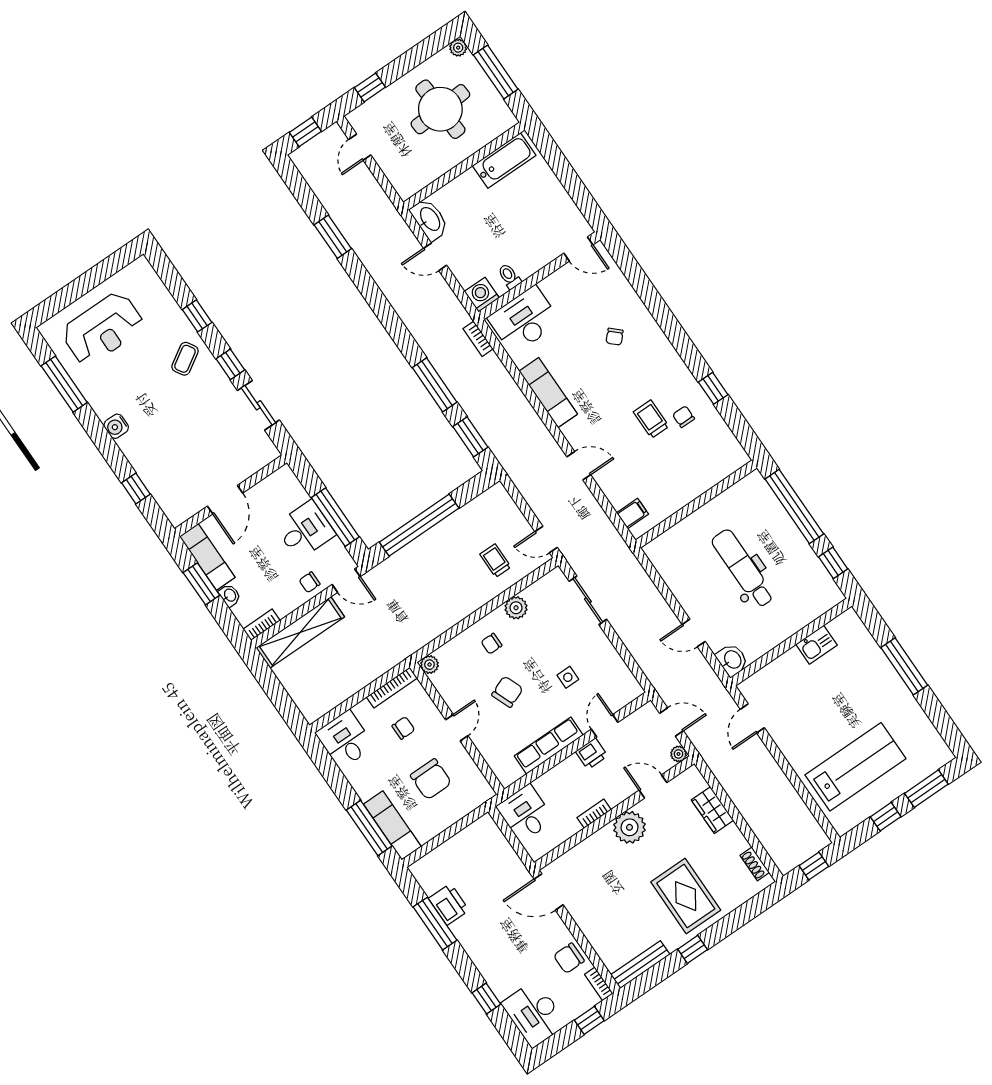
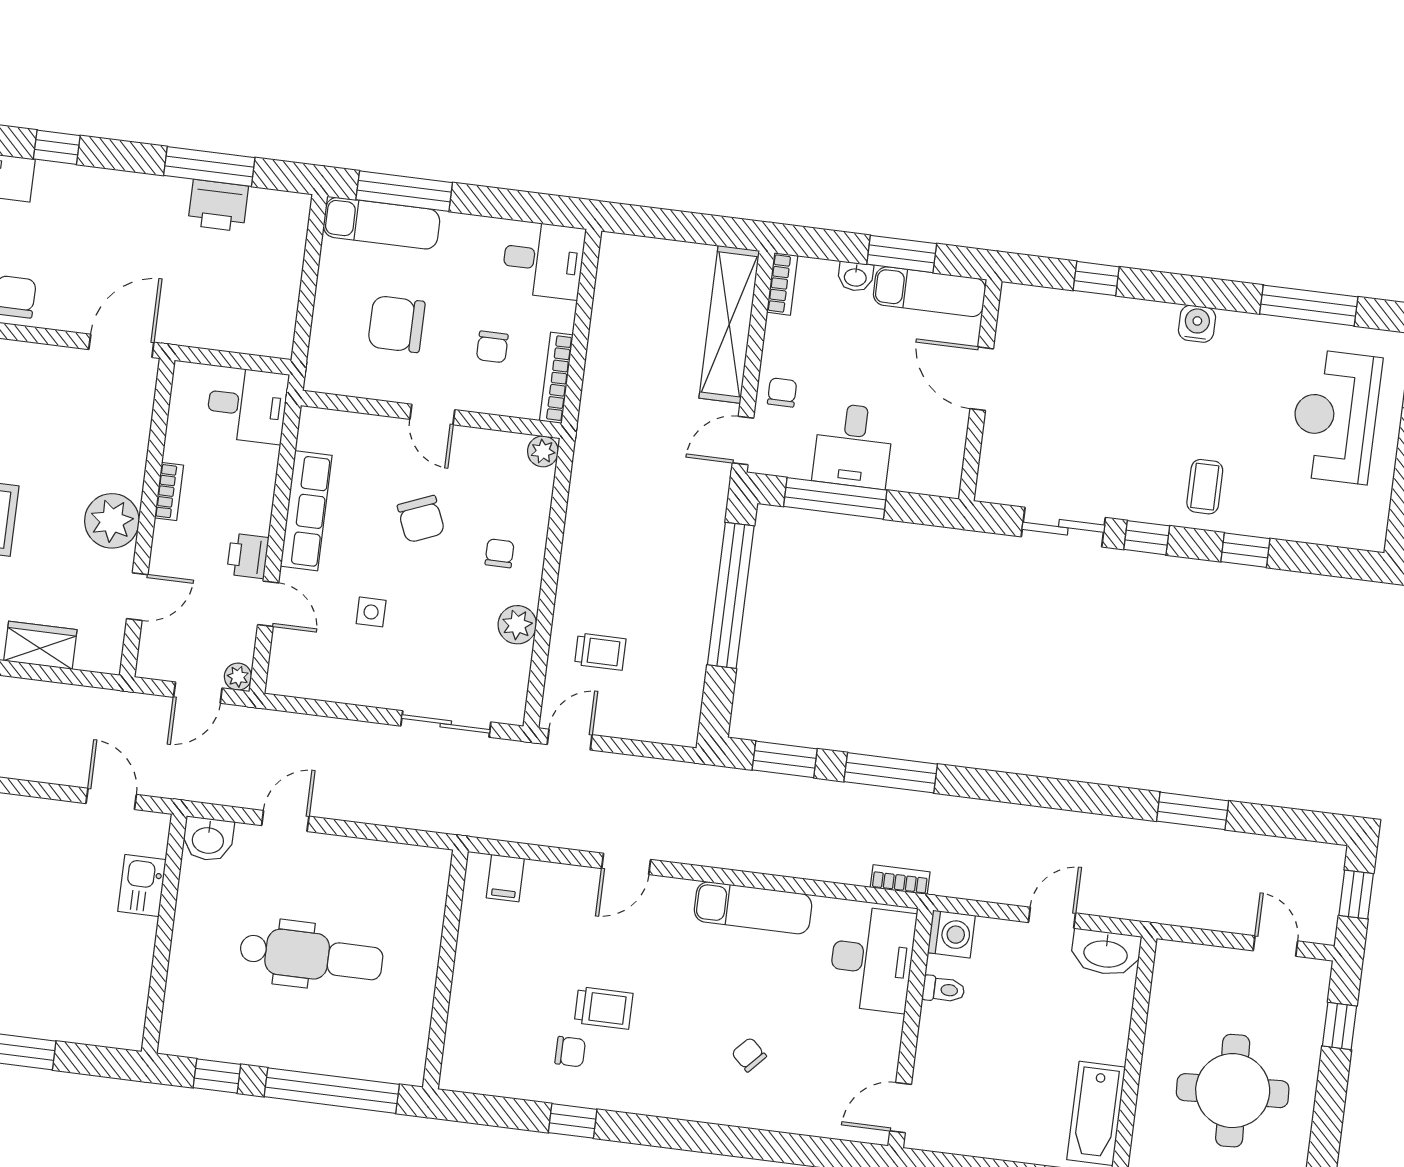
coffee table: (185, 359) -> (1205, 487), turned 32
kitchen sink: (816, 645) -> (142, 886), moved
plant: (679, 754) -> (238, 677), moved

